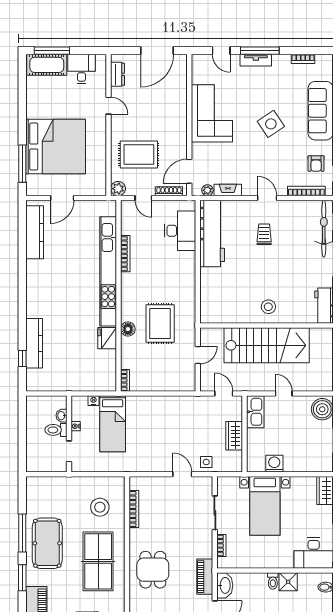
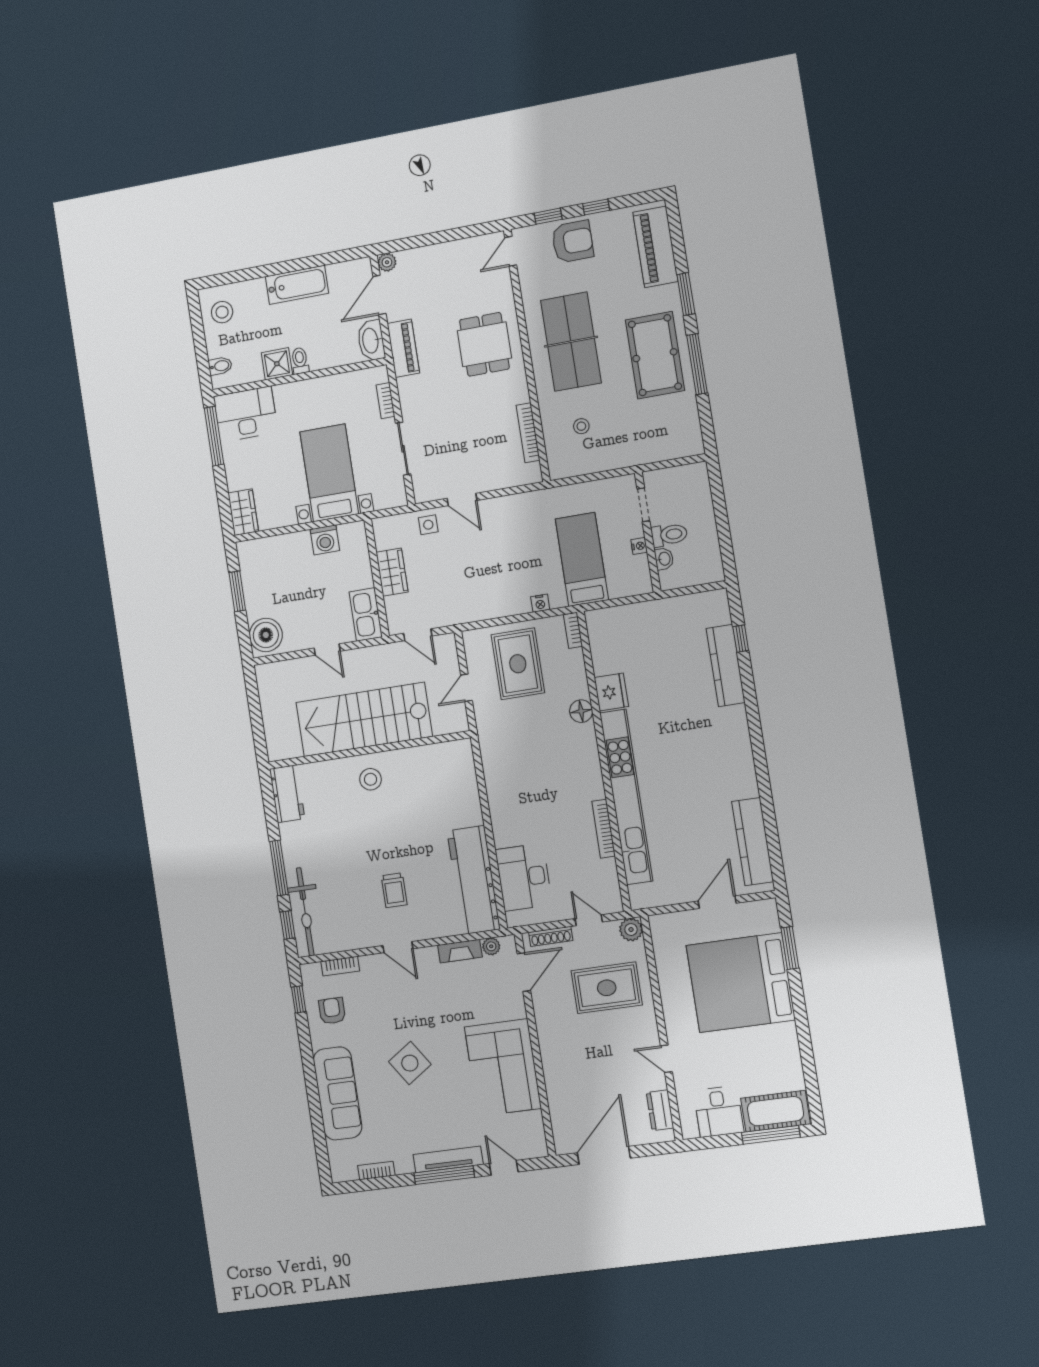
tv unit: (256, 60) -> (448, 1160), width x1.41
window: (22, 164) -> (790, 948), width x0.69
bookcase: (306, 191) -> (340, 966), width x0.64
rug: (160, 323) -> (518, 664), moved
nightstand: (93, 401) -> (540, 603), moved
stool: (100, 507) -> (581, 426), width x0.53, depth x0.53

